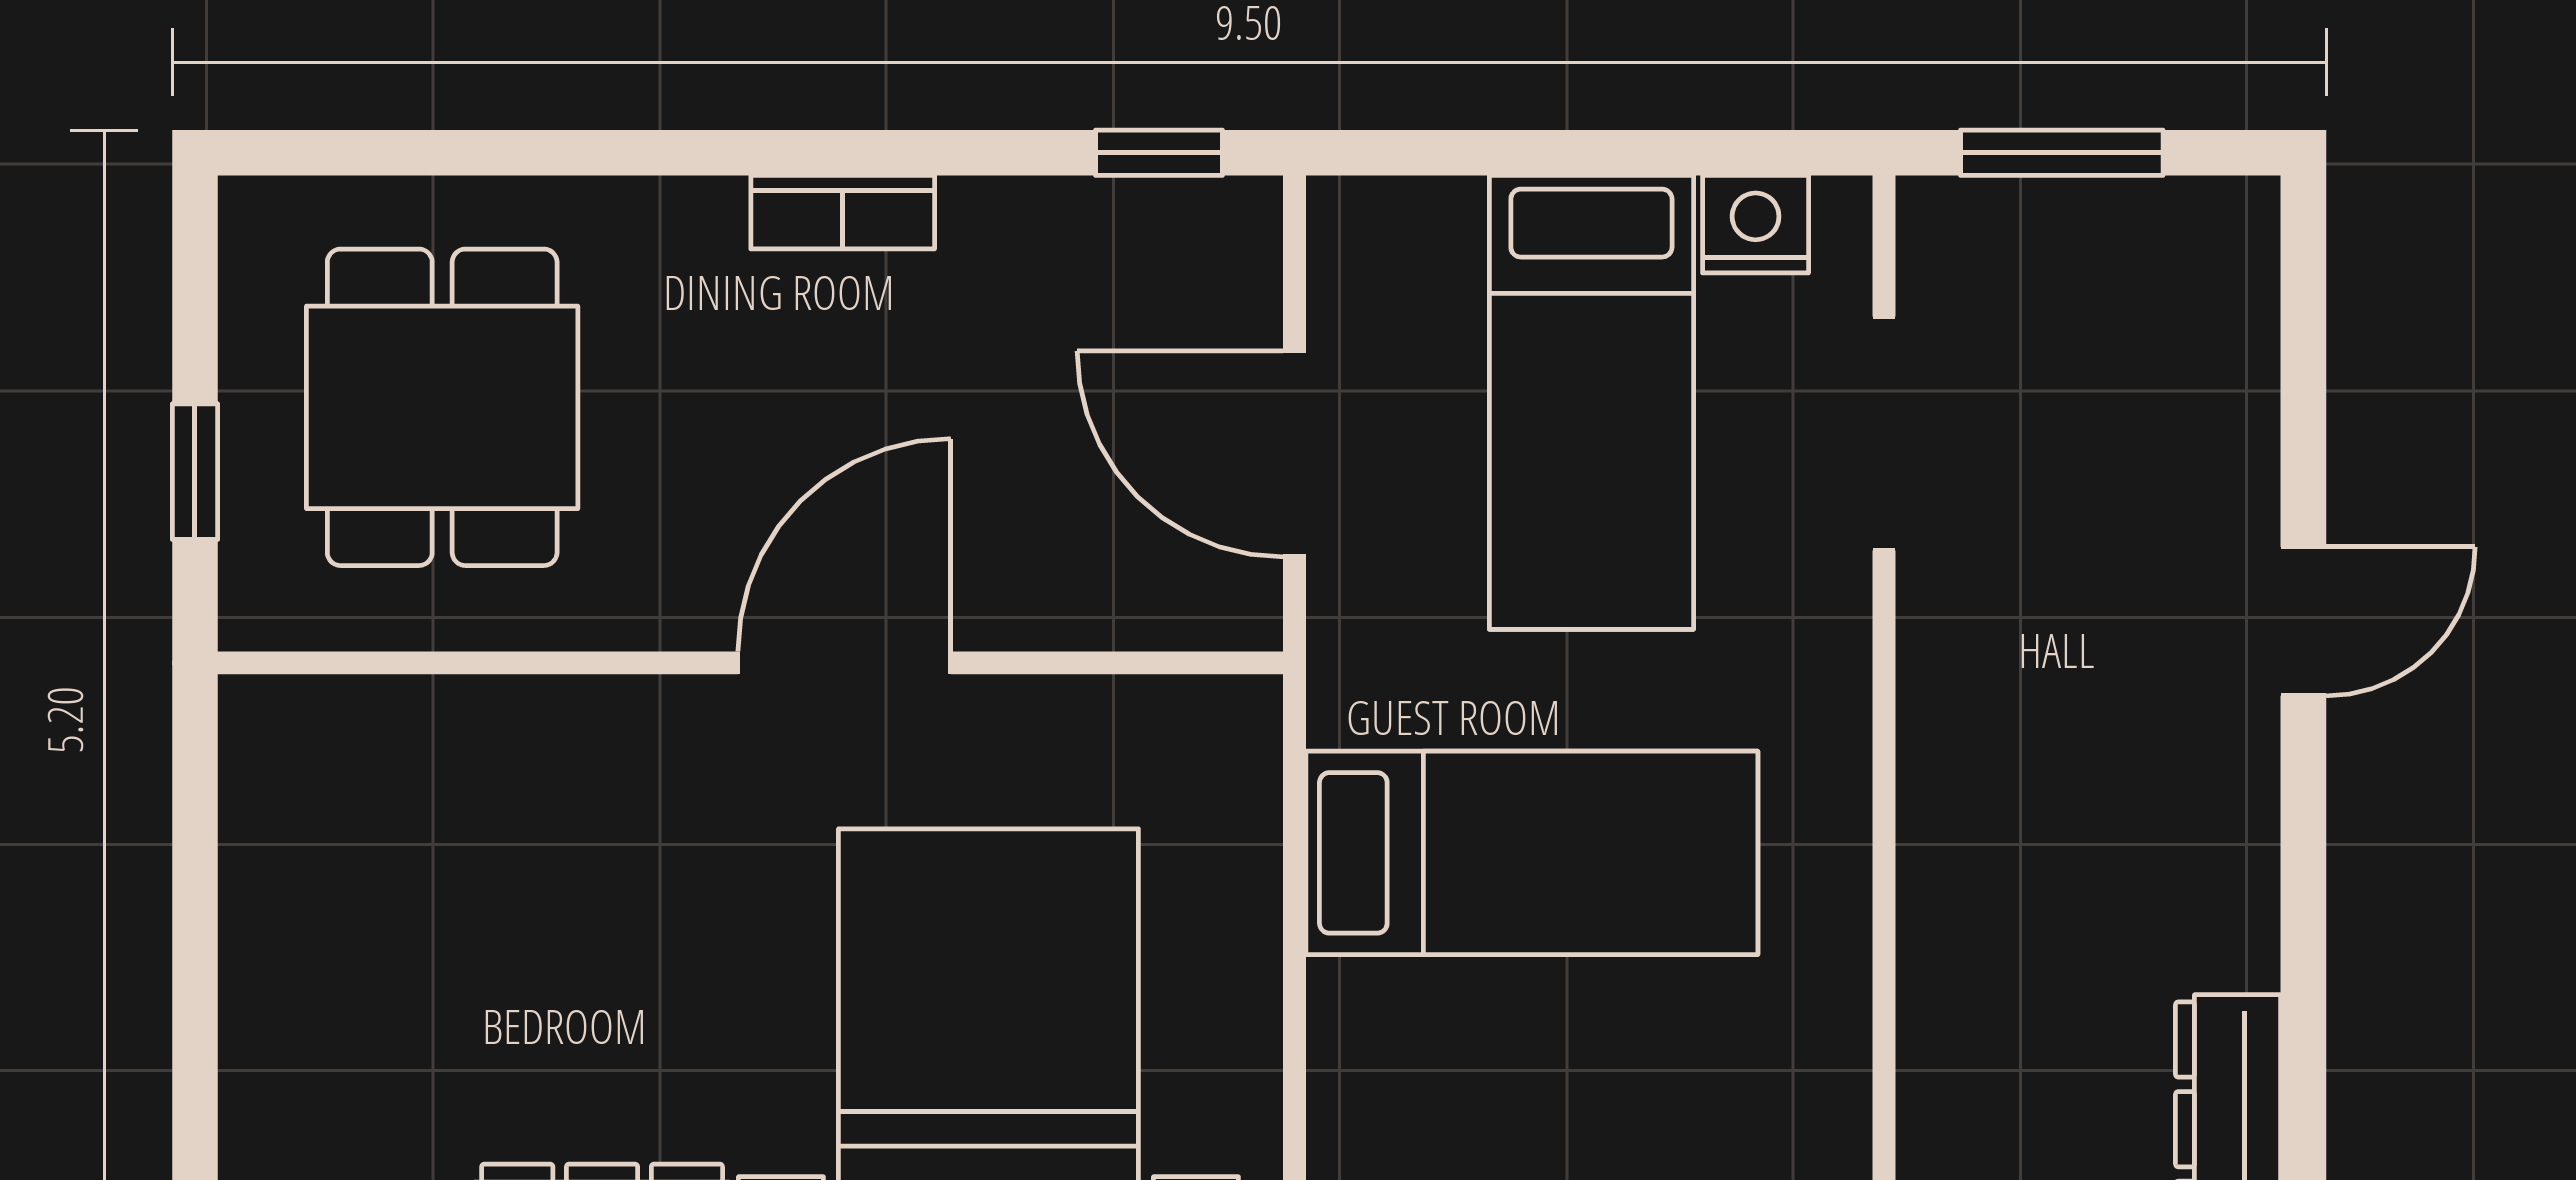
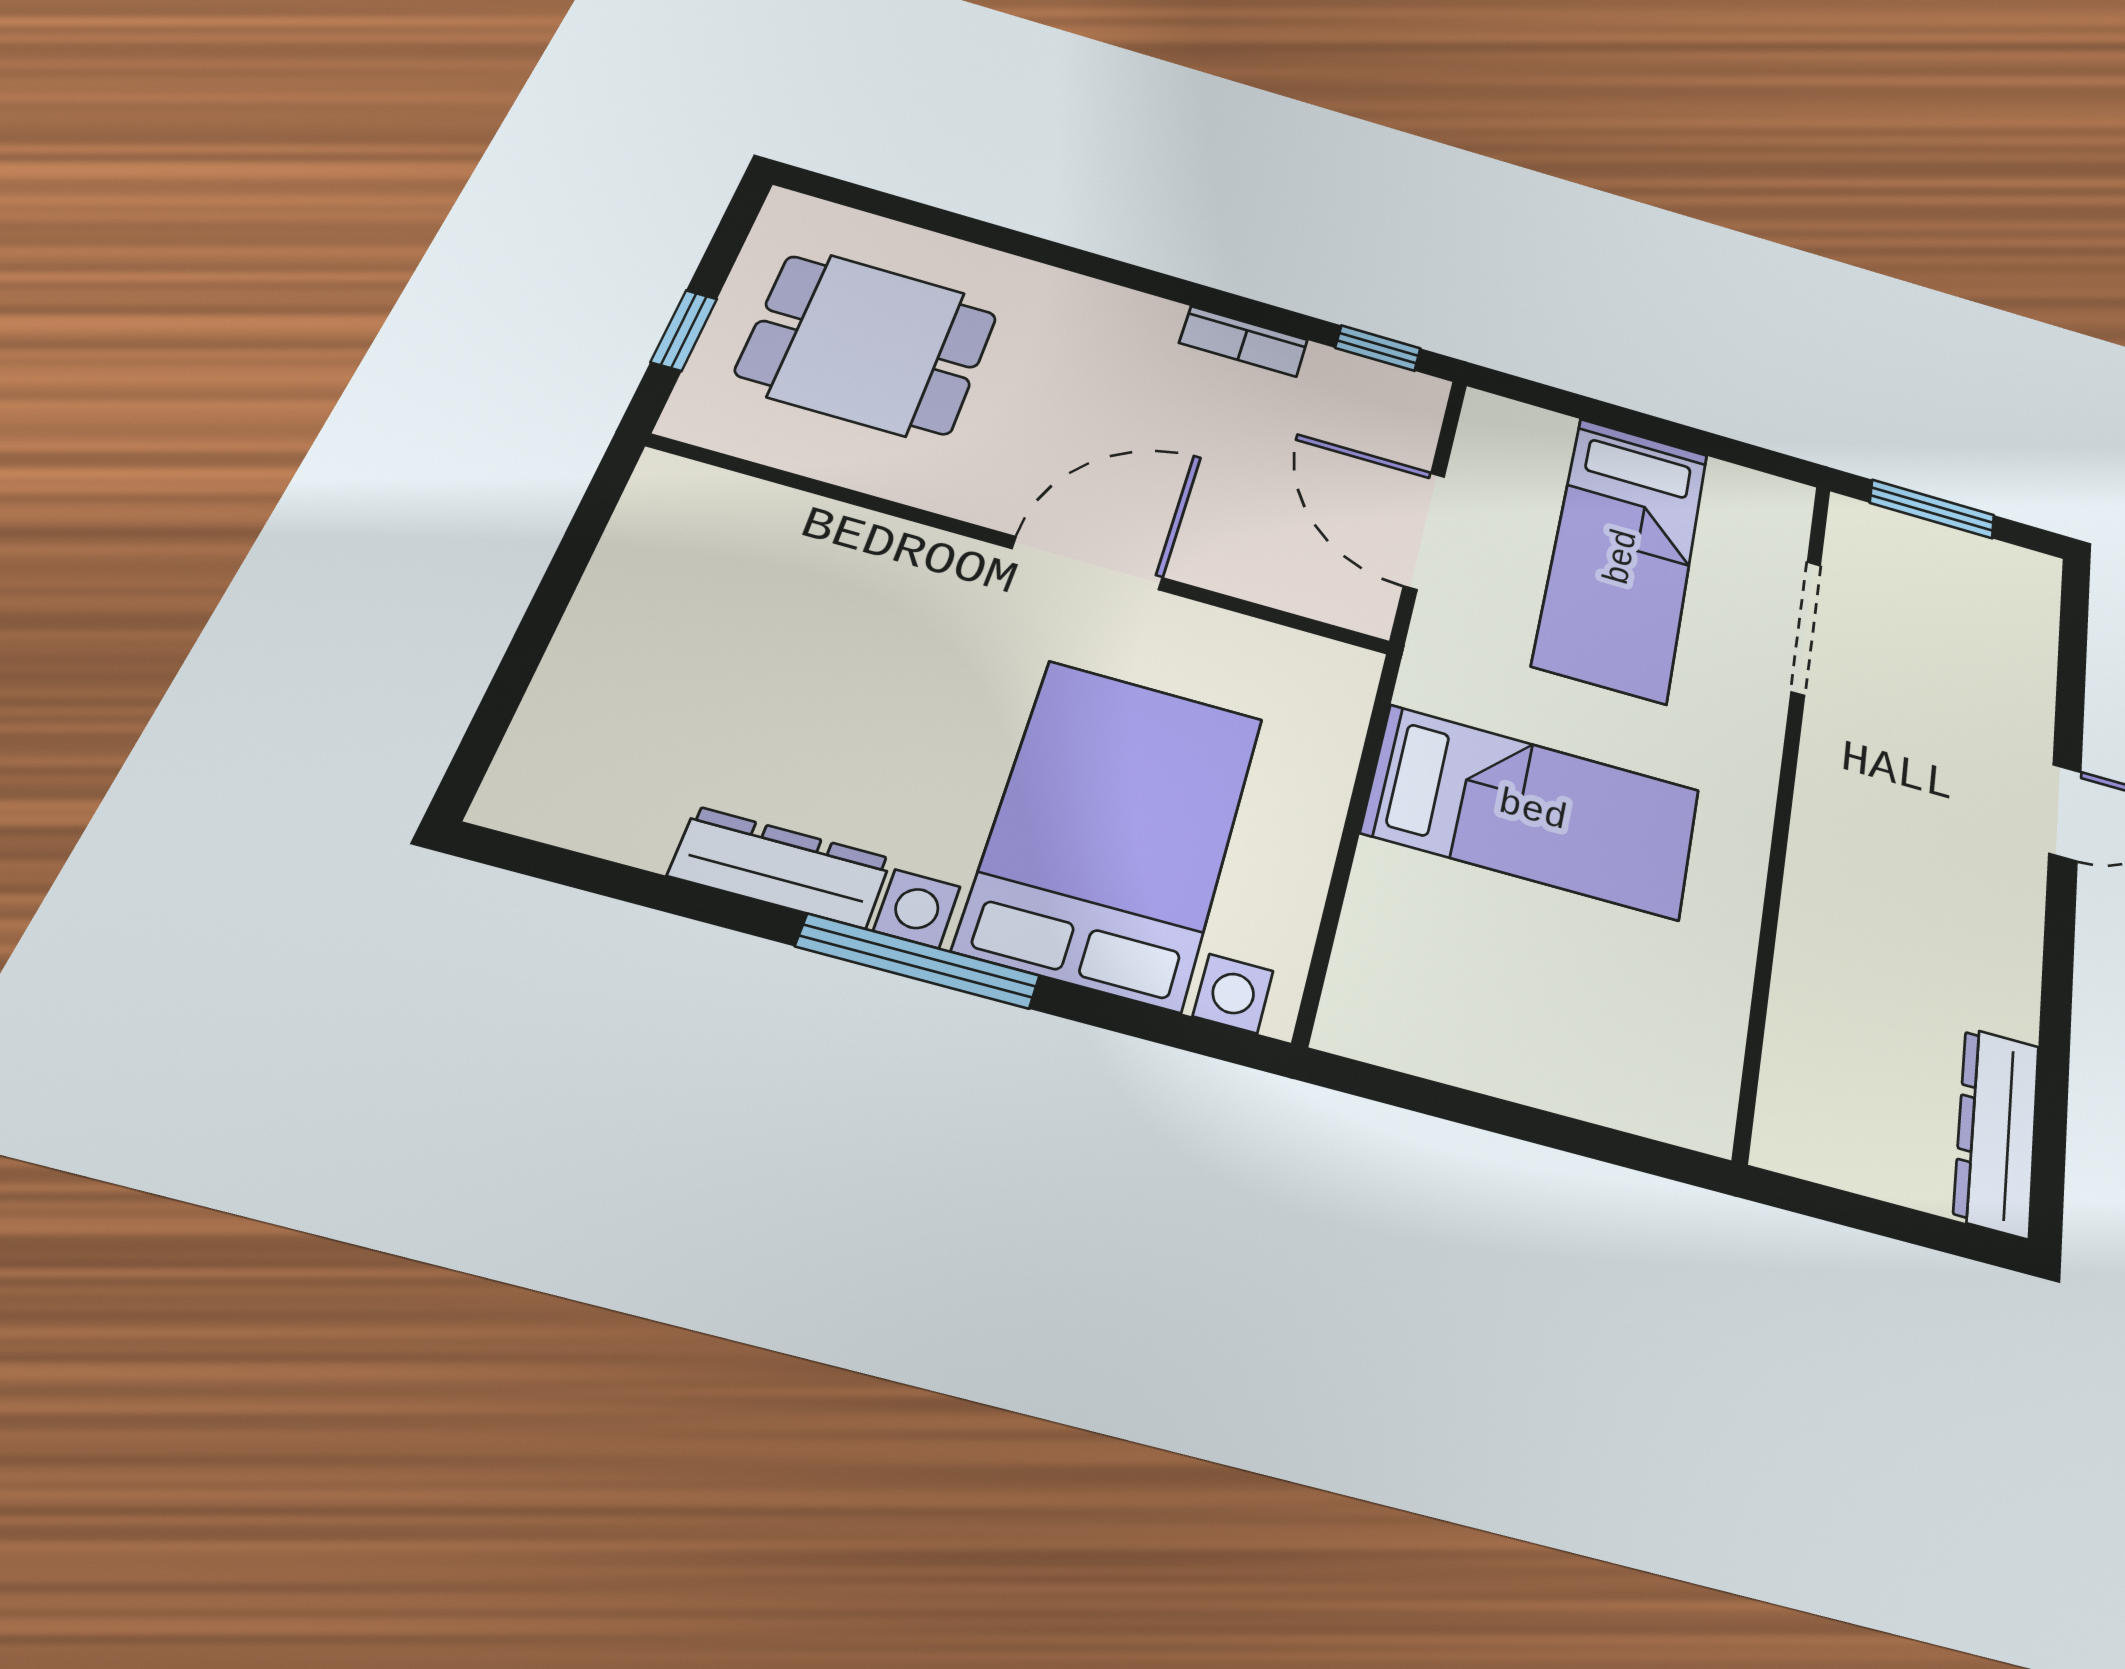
bookcase: (843, 212) -> (1244, 341), moved
nightstand: (1756, 224) -> (1741, 492), removed
dining table: (442, 407) -> (868, 344), turned 90

